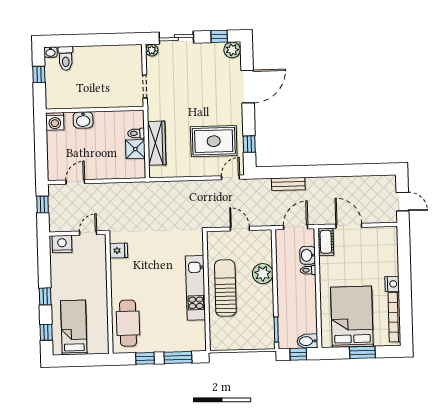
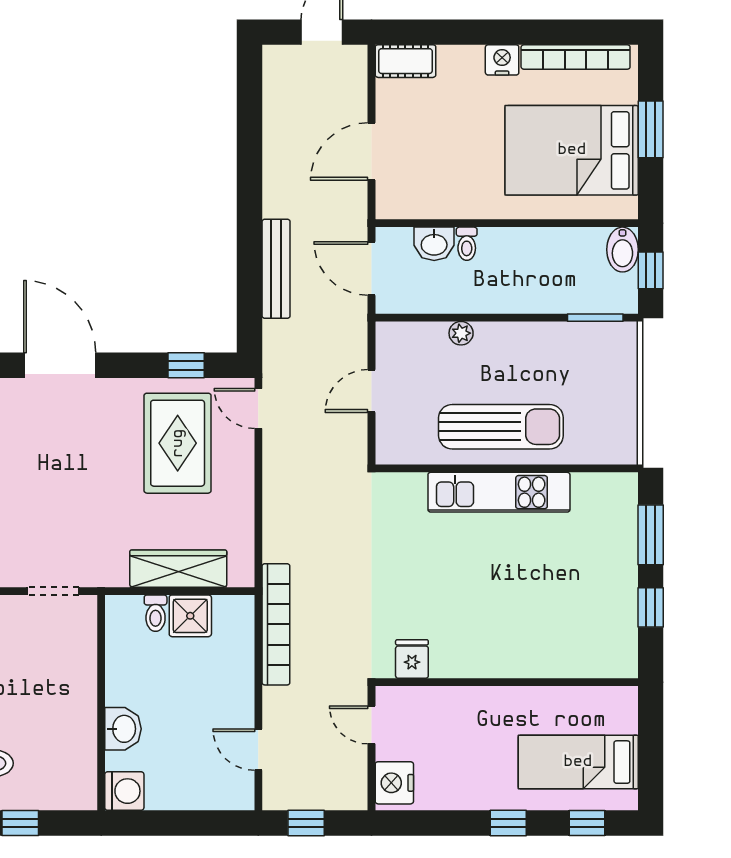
bench: (288, 184) -> (276, 269), width x1.36
bookcase: (133, 188) -> (276, 624), added
cot: (326, 242) -> (405, 61), moved
plant: (263, 274) -> (461, 333), width x0.53, depth x0.53
sun lounger: (225, 288) -> (501, 427), turned 180
cafe table: (128, 323) -> (572, 643), removed

